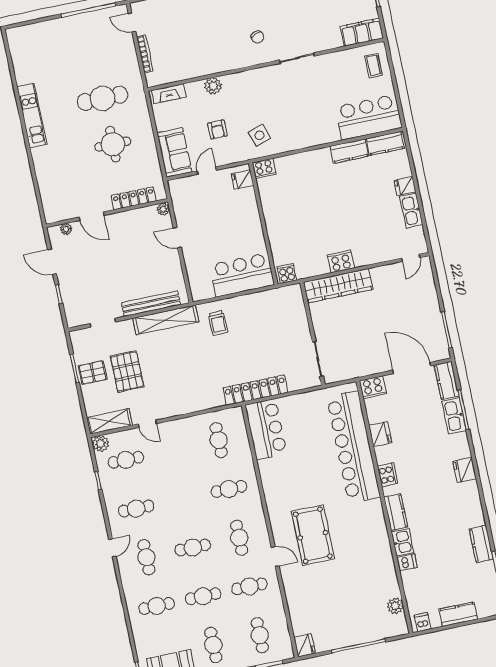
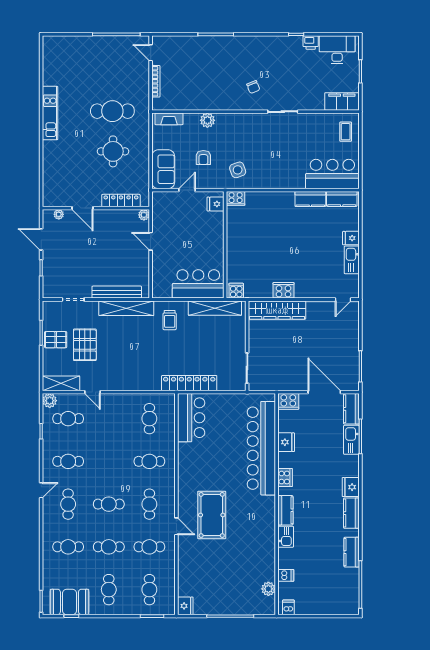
shelving: (267, 298) -> (215, 308), added
dishwasher: (407, 562) -> (286, 575), moved
kitchen counter: (458, 614) -> (351, 513), moved, turned -90

